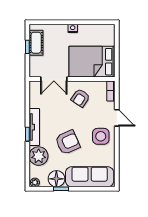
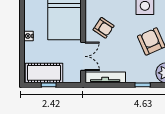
cot: (36, 43) -> (44, 73), width x1.37, depth x1.34
tv unit: (34, 127) -> (105, 77), moved

